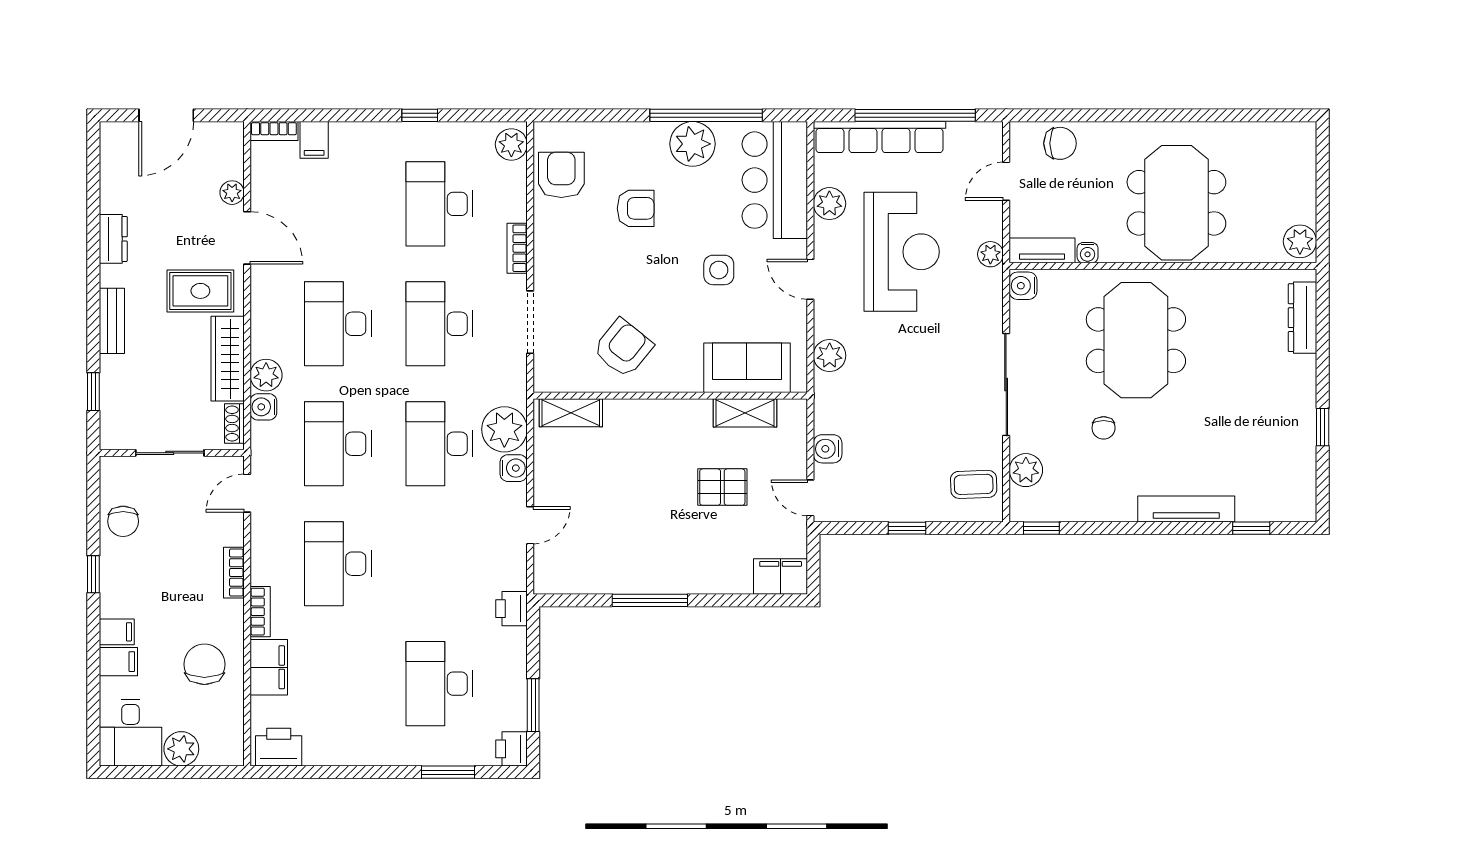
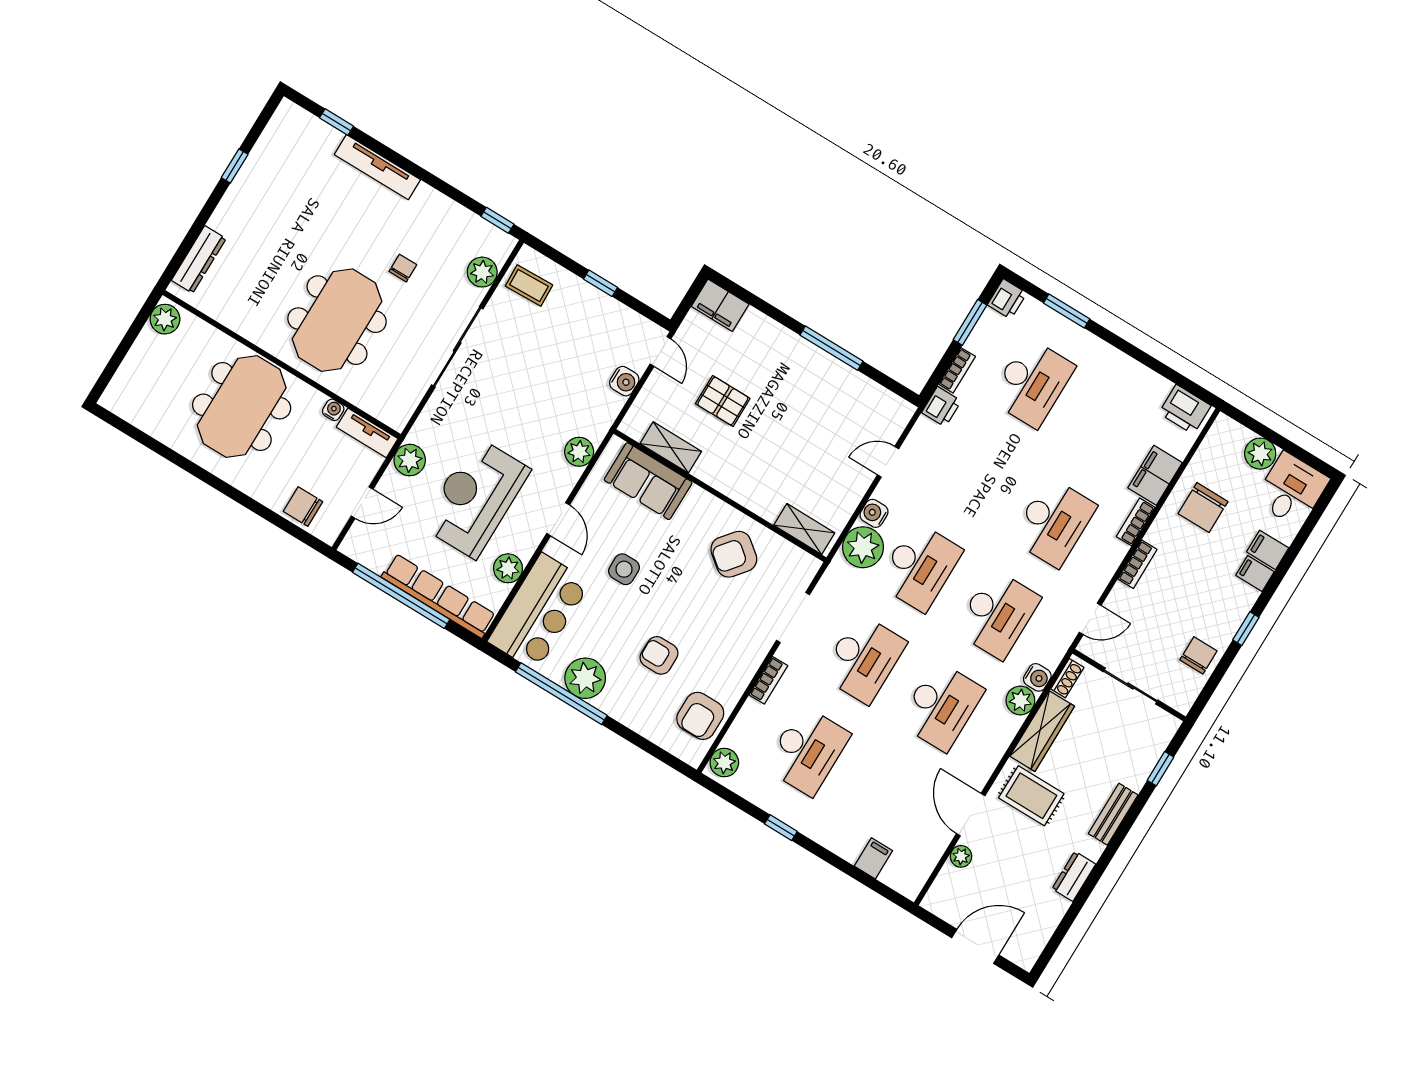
bookcase: (274, 131) -> (957, 370), moved, turned 90
plant: (990, 254) -> (410, 460), width x1.38, depth x1.38
water cooler: (1023, 286) -> (398, 415), removed

